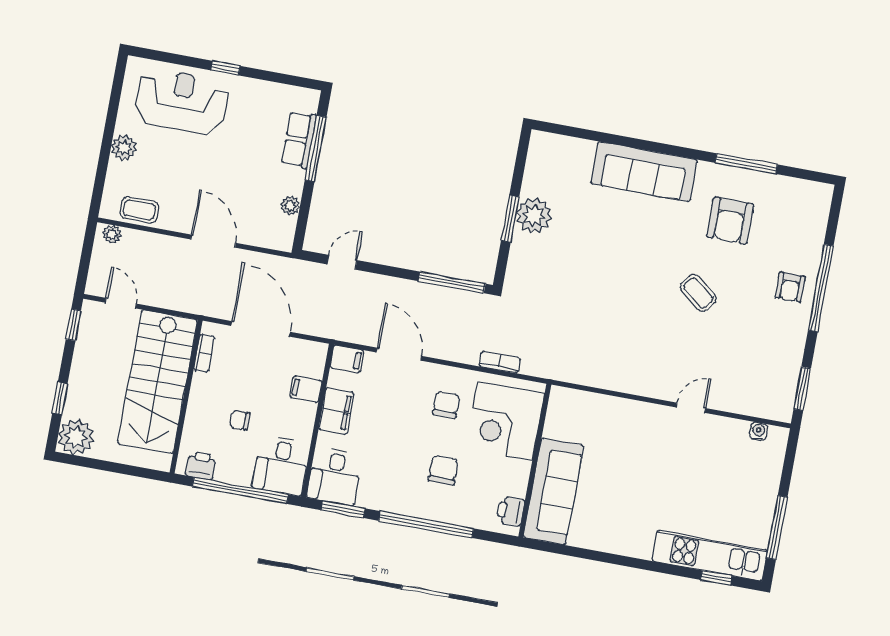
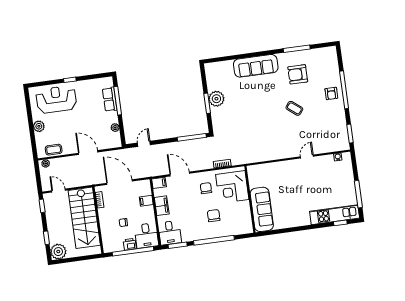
armchair: (730, 221) -> (298, 74), turned 90
printer: (201, 466) -> (130, 244), moved
printer: (511, 511) -> (247, 223), removed

